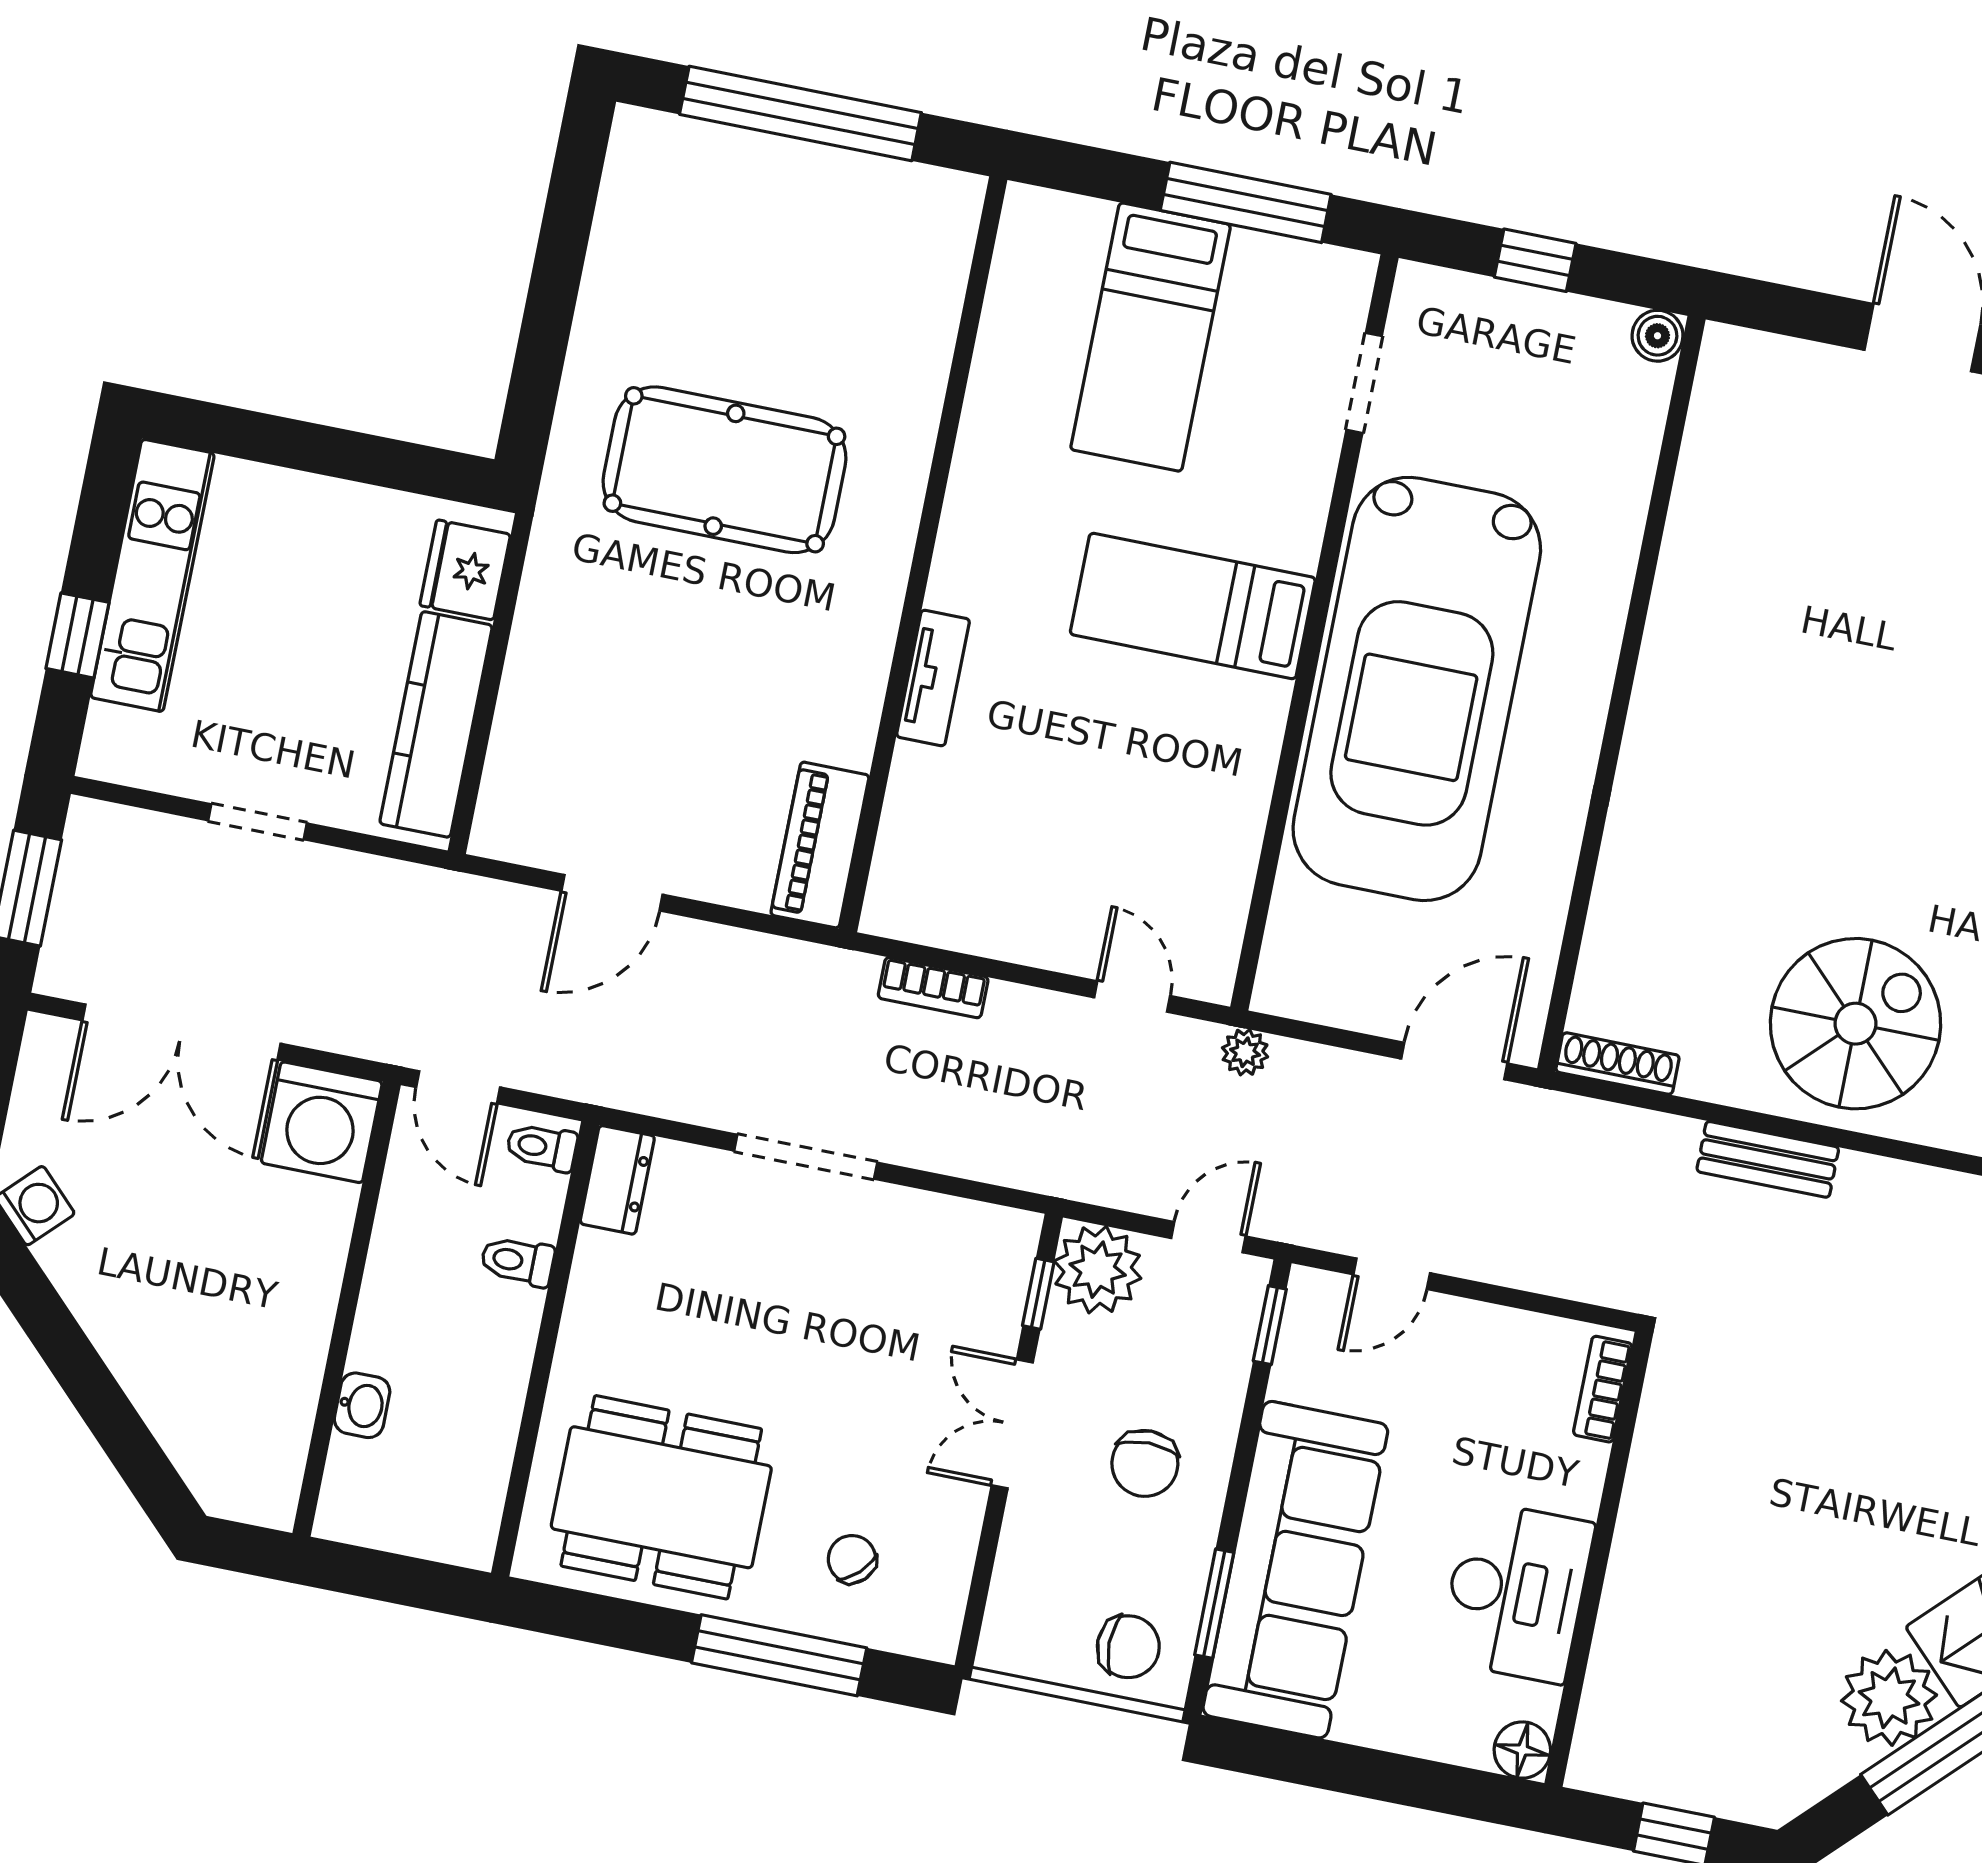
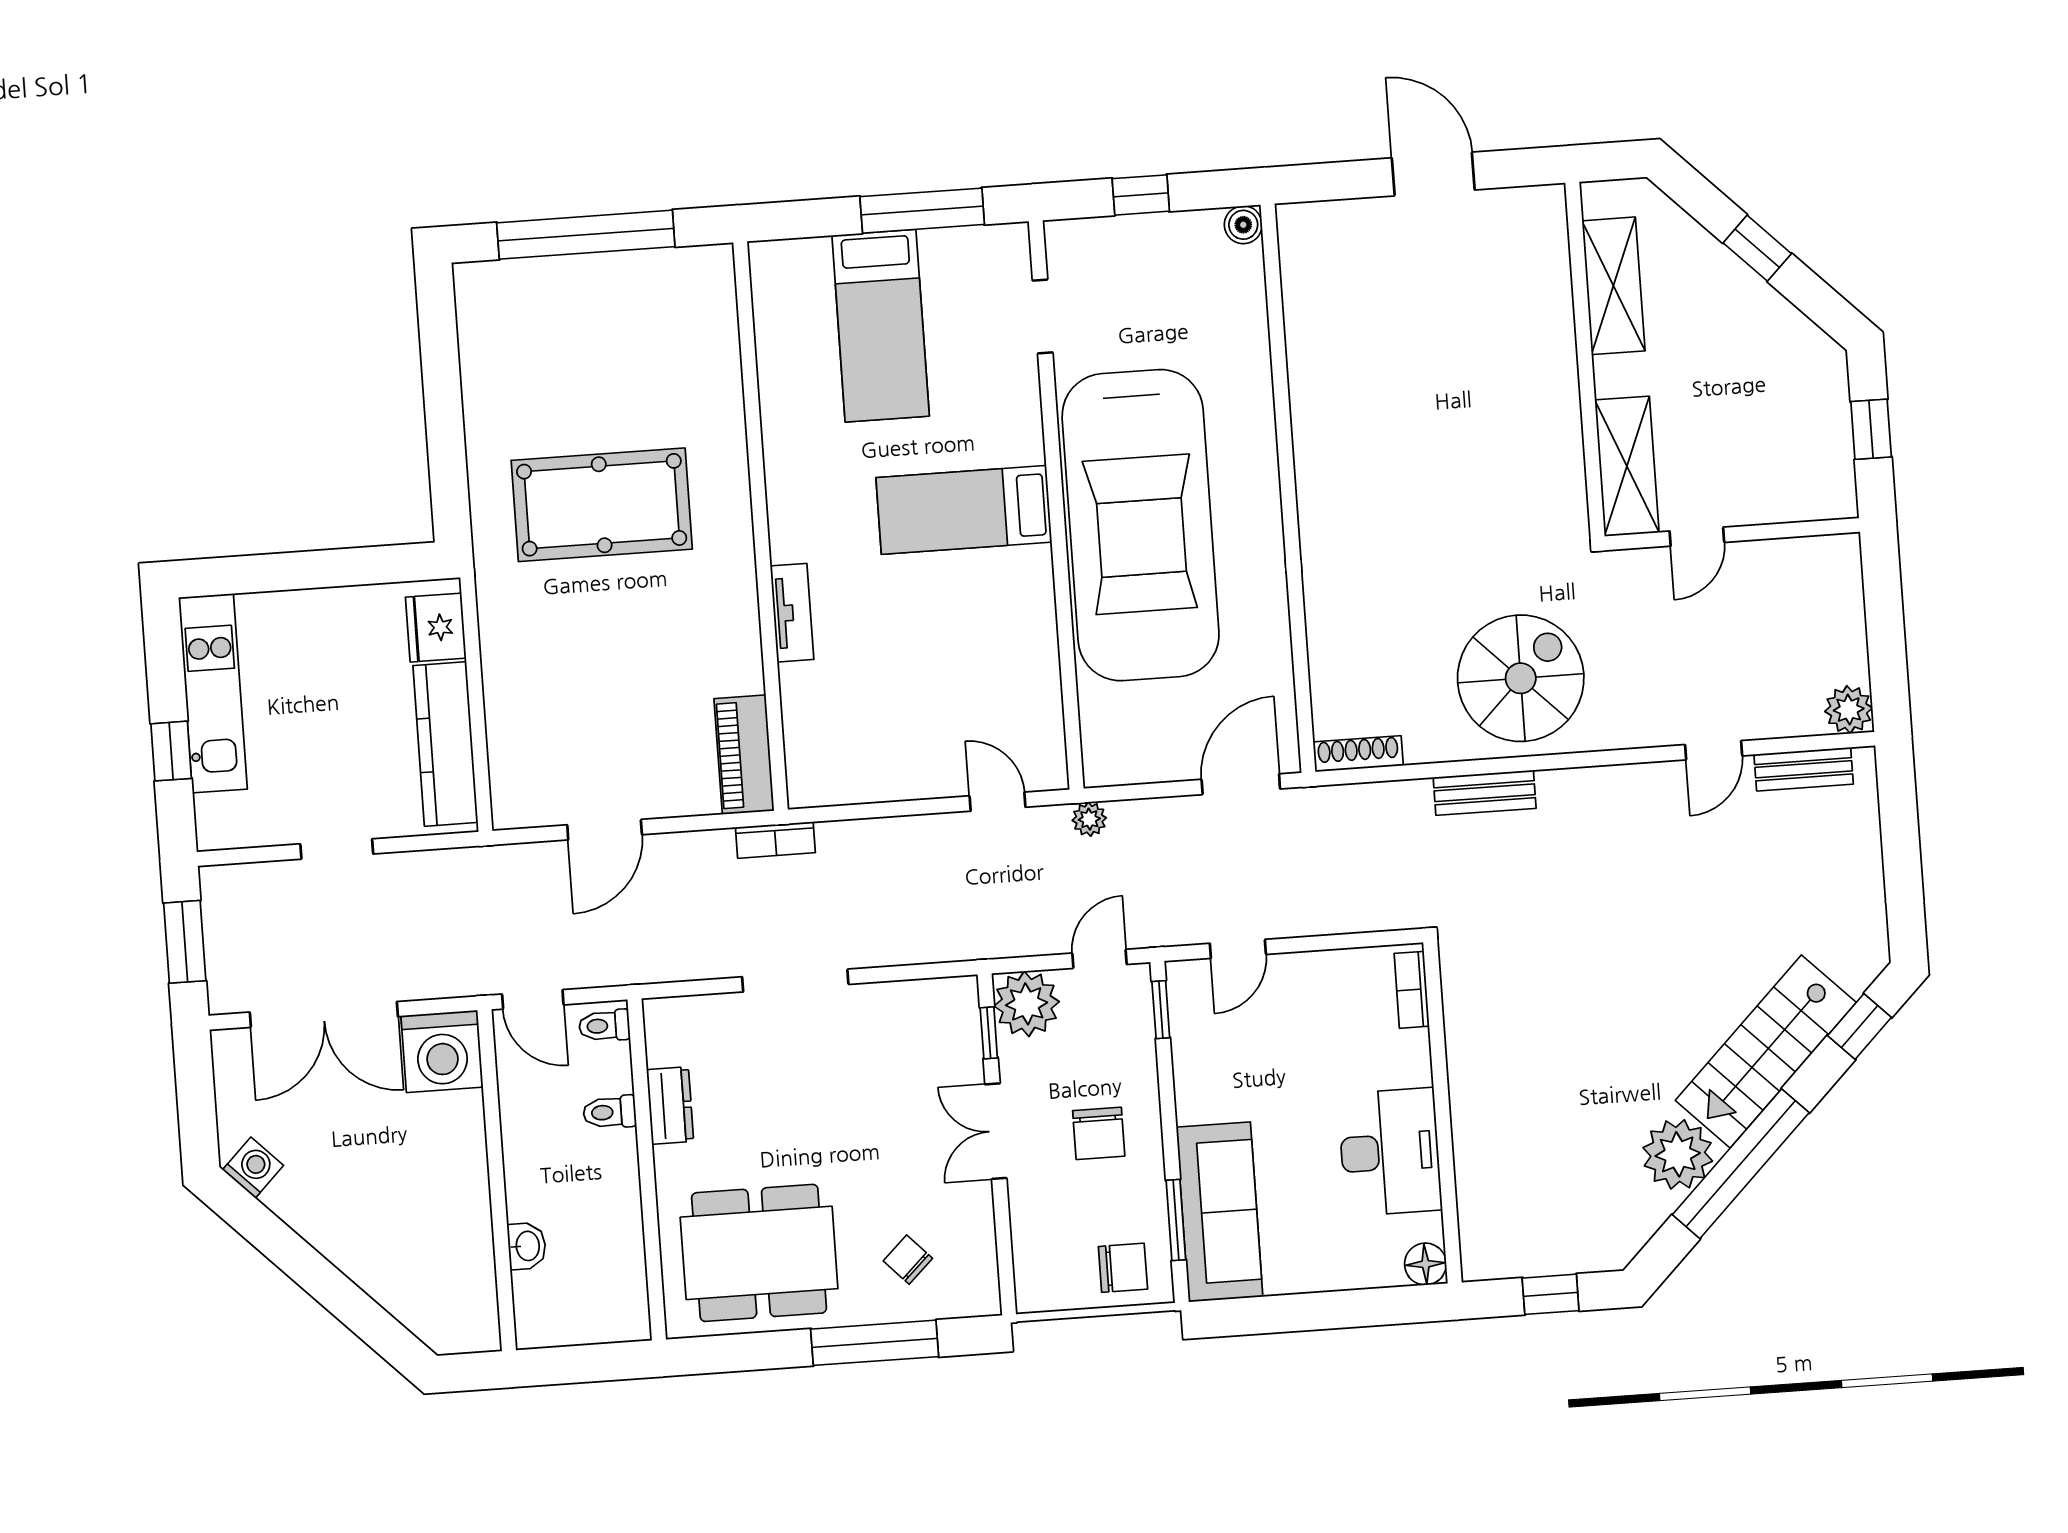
bookcase: (933, 988) -> (775, 840), moved
dresser: (617, 1180) -> (670, 1106), moved
sofa: (1295, 1570) -> (1220, 1212), width x0.74, depth x0.79

